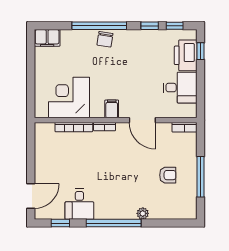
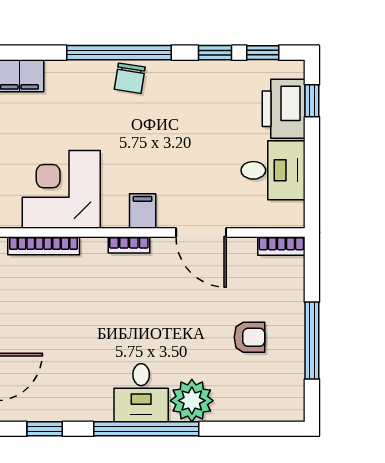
bookcase: (74, 127) -> (44, 246), moved
desk: (79, 204) -> (141, 393), moved
plant: (143, 213) -> (192, 401), width x1.87, depth x1.87

